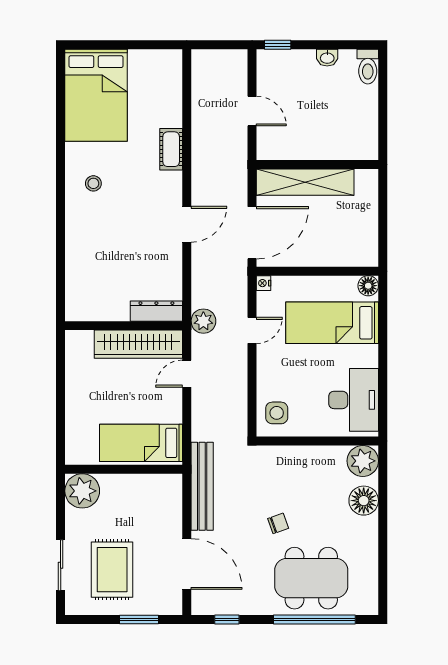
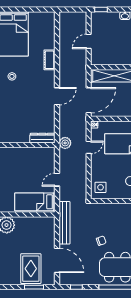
door: (252, 111) -> (89, 41), swing flipped
wardrobe: (138, 344) -> (34, 154), removed
door: (187, 374) -> (57, 180), moved
rug: (112, 570) -> (31, 269), moved

